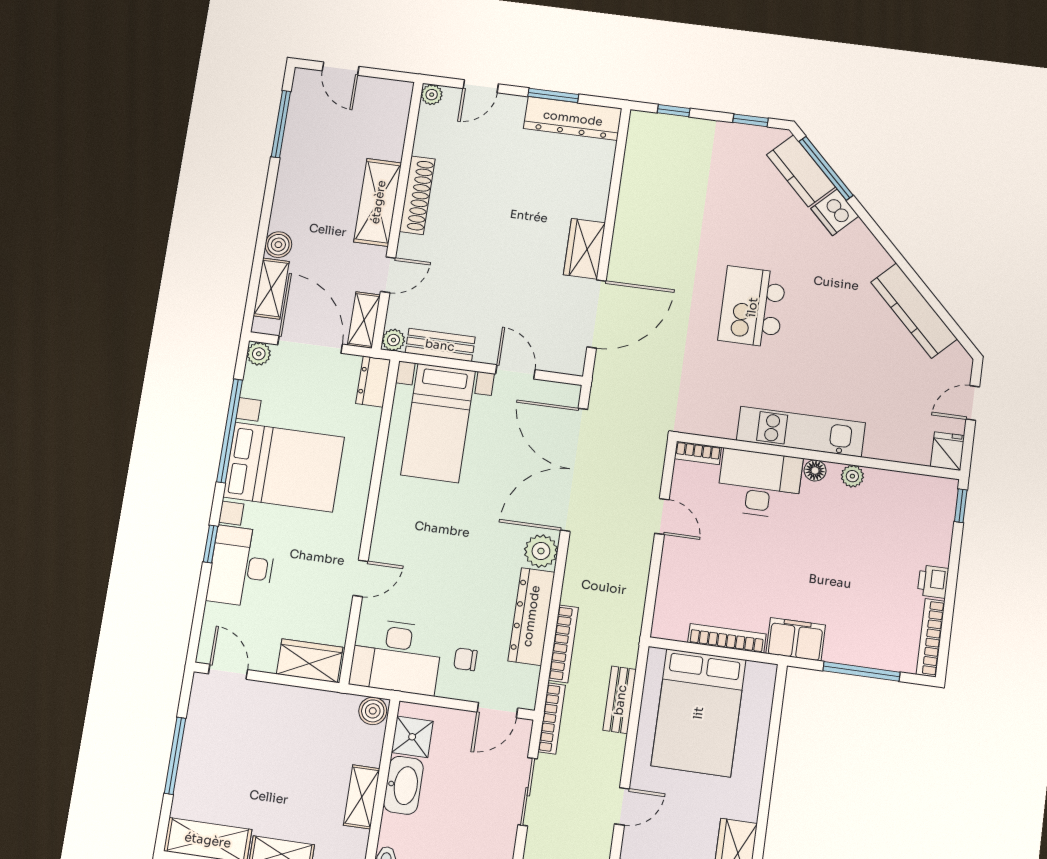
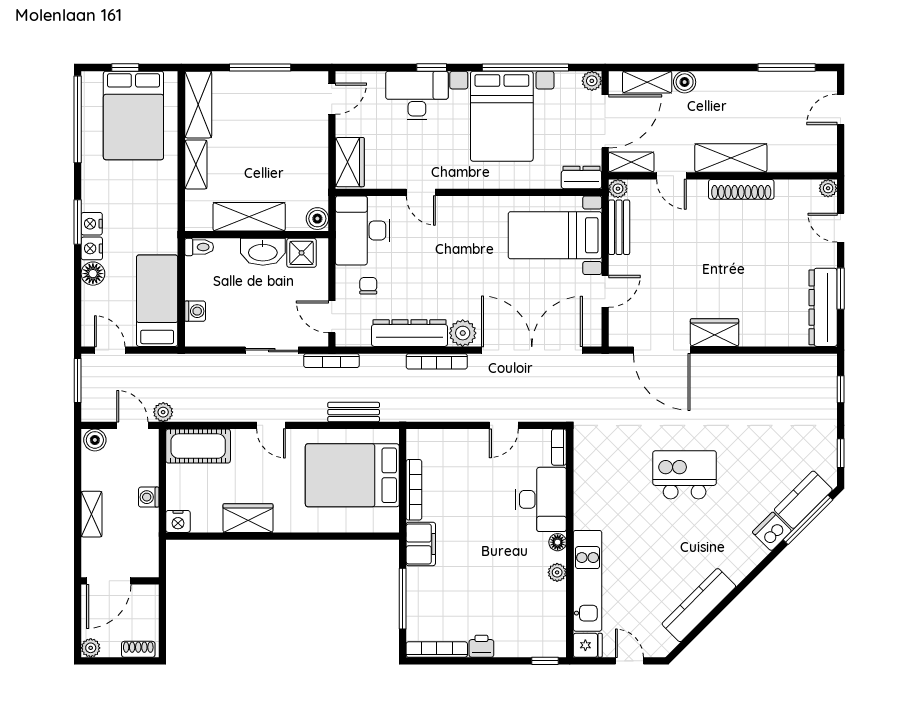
kitchen unit: (801, 432) -> (588, 581), moved
bookcase: (563, 644) -> (437, 361), moved
shelving: (362, 797) -> (249, 217), width x1.50, depth x1.33

